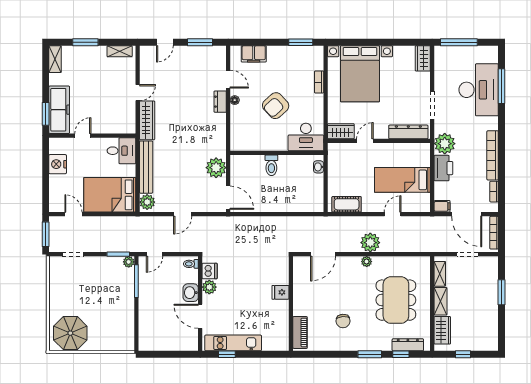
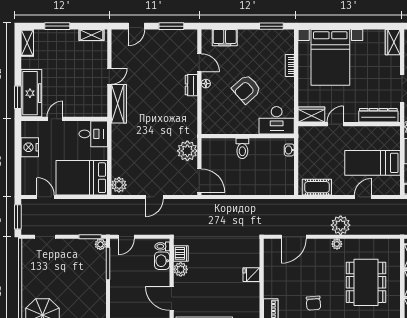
bench: (146, 167) -> (118, 150), removed
washbasin: (191, 293) -> (162, 261), moved

